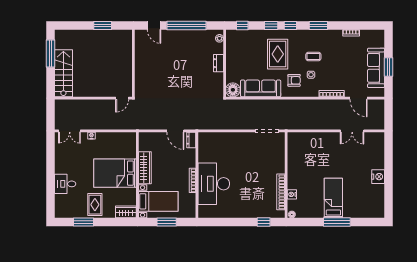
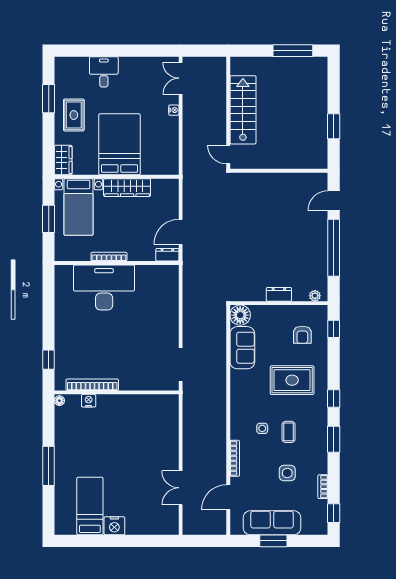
window: (271, 25) -> (334, 513), moved
side table: (342, 57) -> (287, 473), added
stairs: (63, 73) -> (243, 110), moved, turned -90
armchair: (294, 80) -> (302, 335), moved
sofa: (261, 88) -> (242, 348), width x0.73
bed: (333, 198) -> (90, 506), moved, turned -90
rug: (95, 205) -> (74, 115), turned 90

